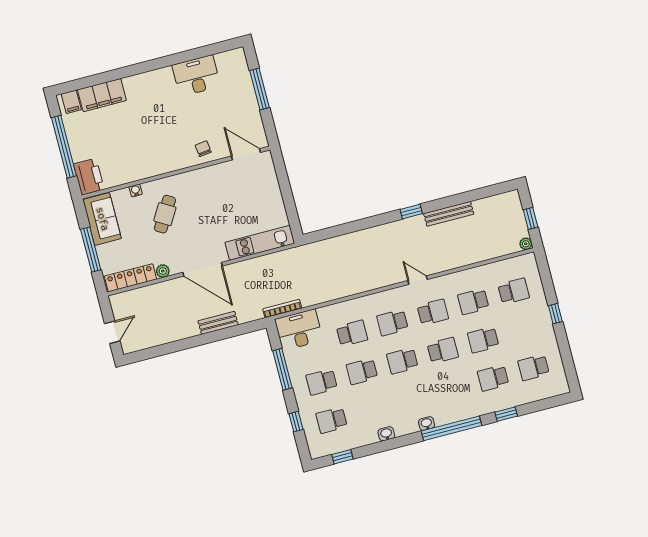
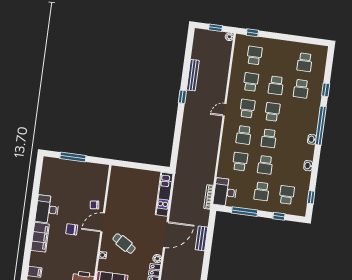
desk: (196, 76) -> (47, 209), moved
filing cabinet: (102, 95) -> (40, 237), moved
chair: (154, 130) -> (72, 229), added
door: (246, 154) -> (103, 222), moved
school desk: (473, 302) -> (251, 82), turned 180
window: (555, 314) -> (252, 33), moved
school desk: (332, 420) -> (287, 195), turned 180

